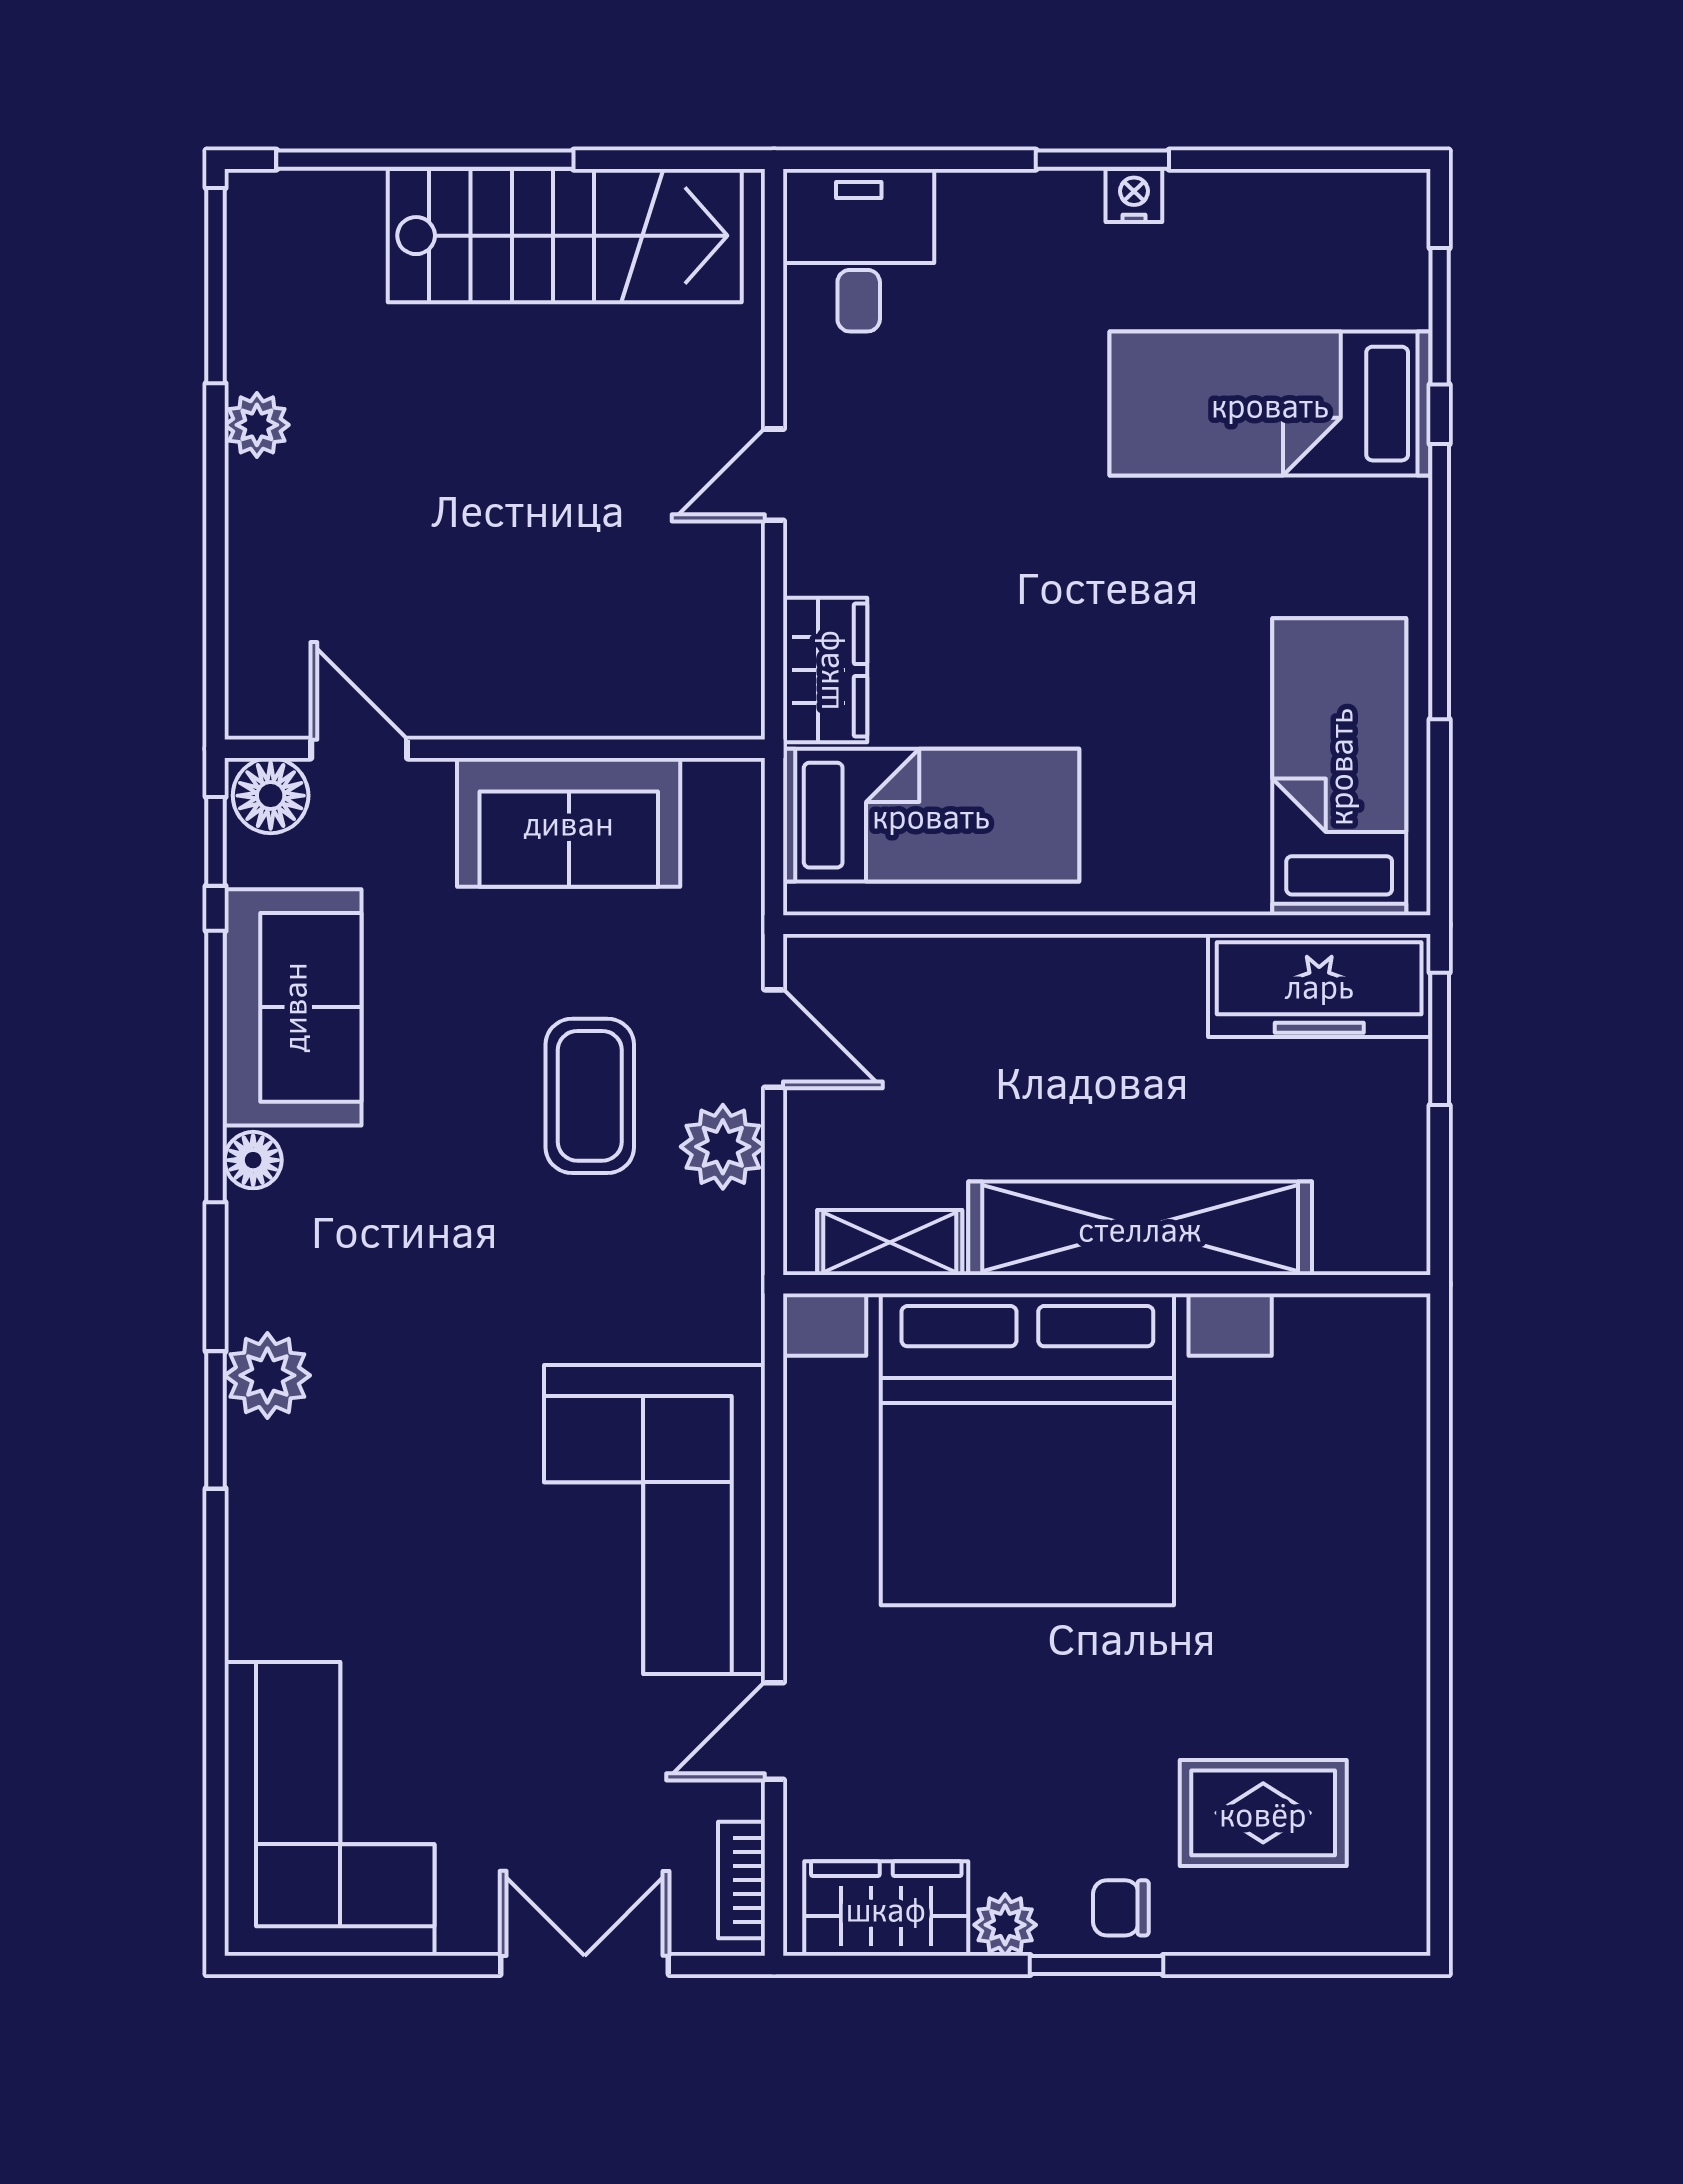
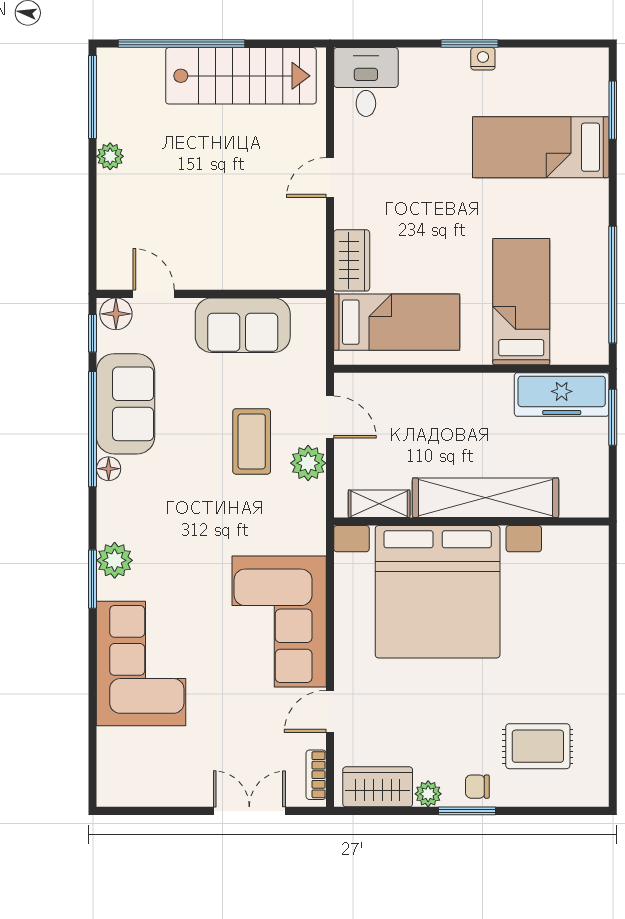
window: (1440, 582) -> (613, 285), moved
bed: (1339, 767) -> (521, 302), moved
corner sofa: (330, 1809) -> (141, 663), moved

